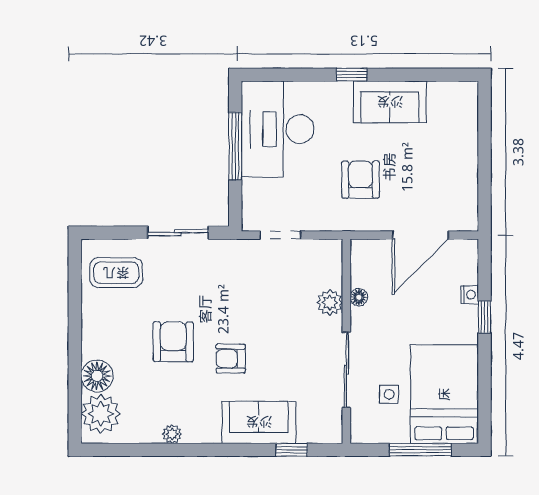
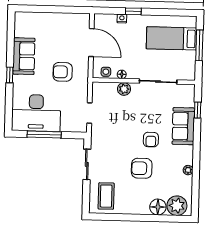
side table: (389, 394) -> (106, 72), moved
bed: (444, 394) -> (171, 38), width x0.67

